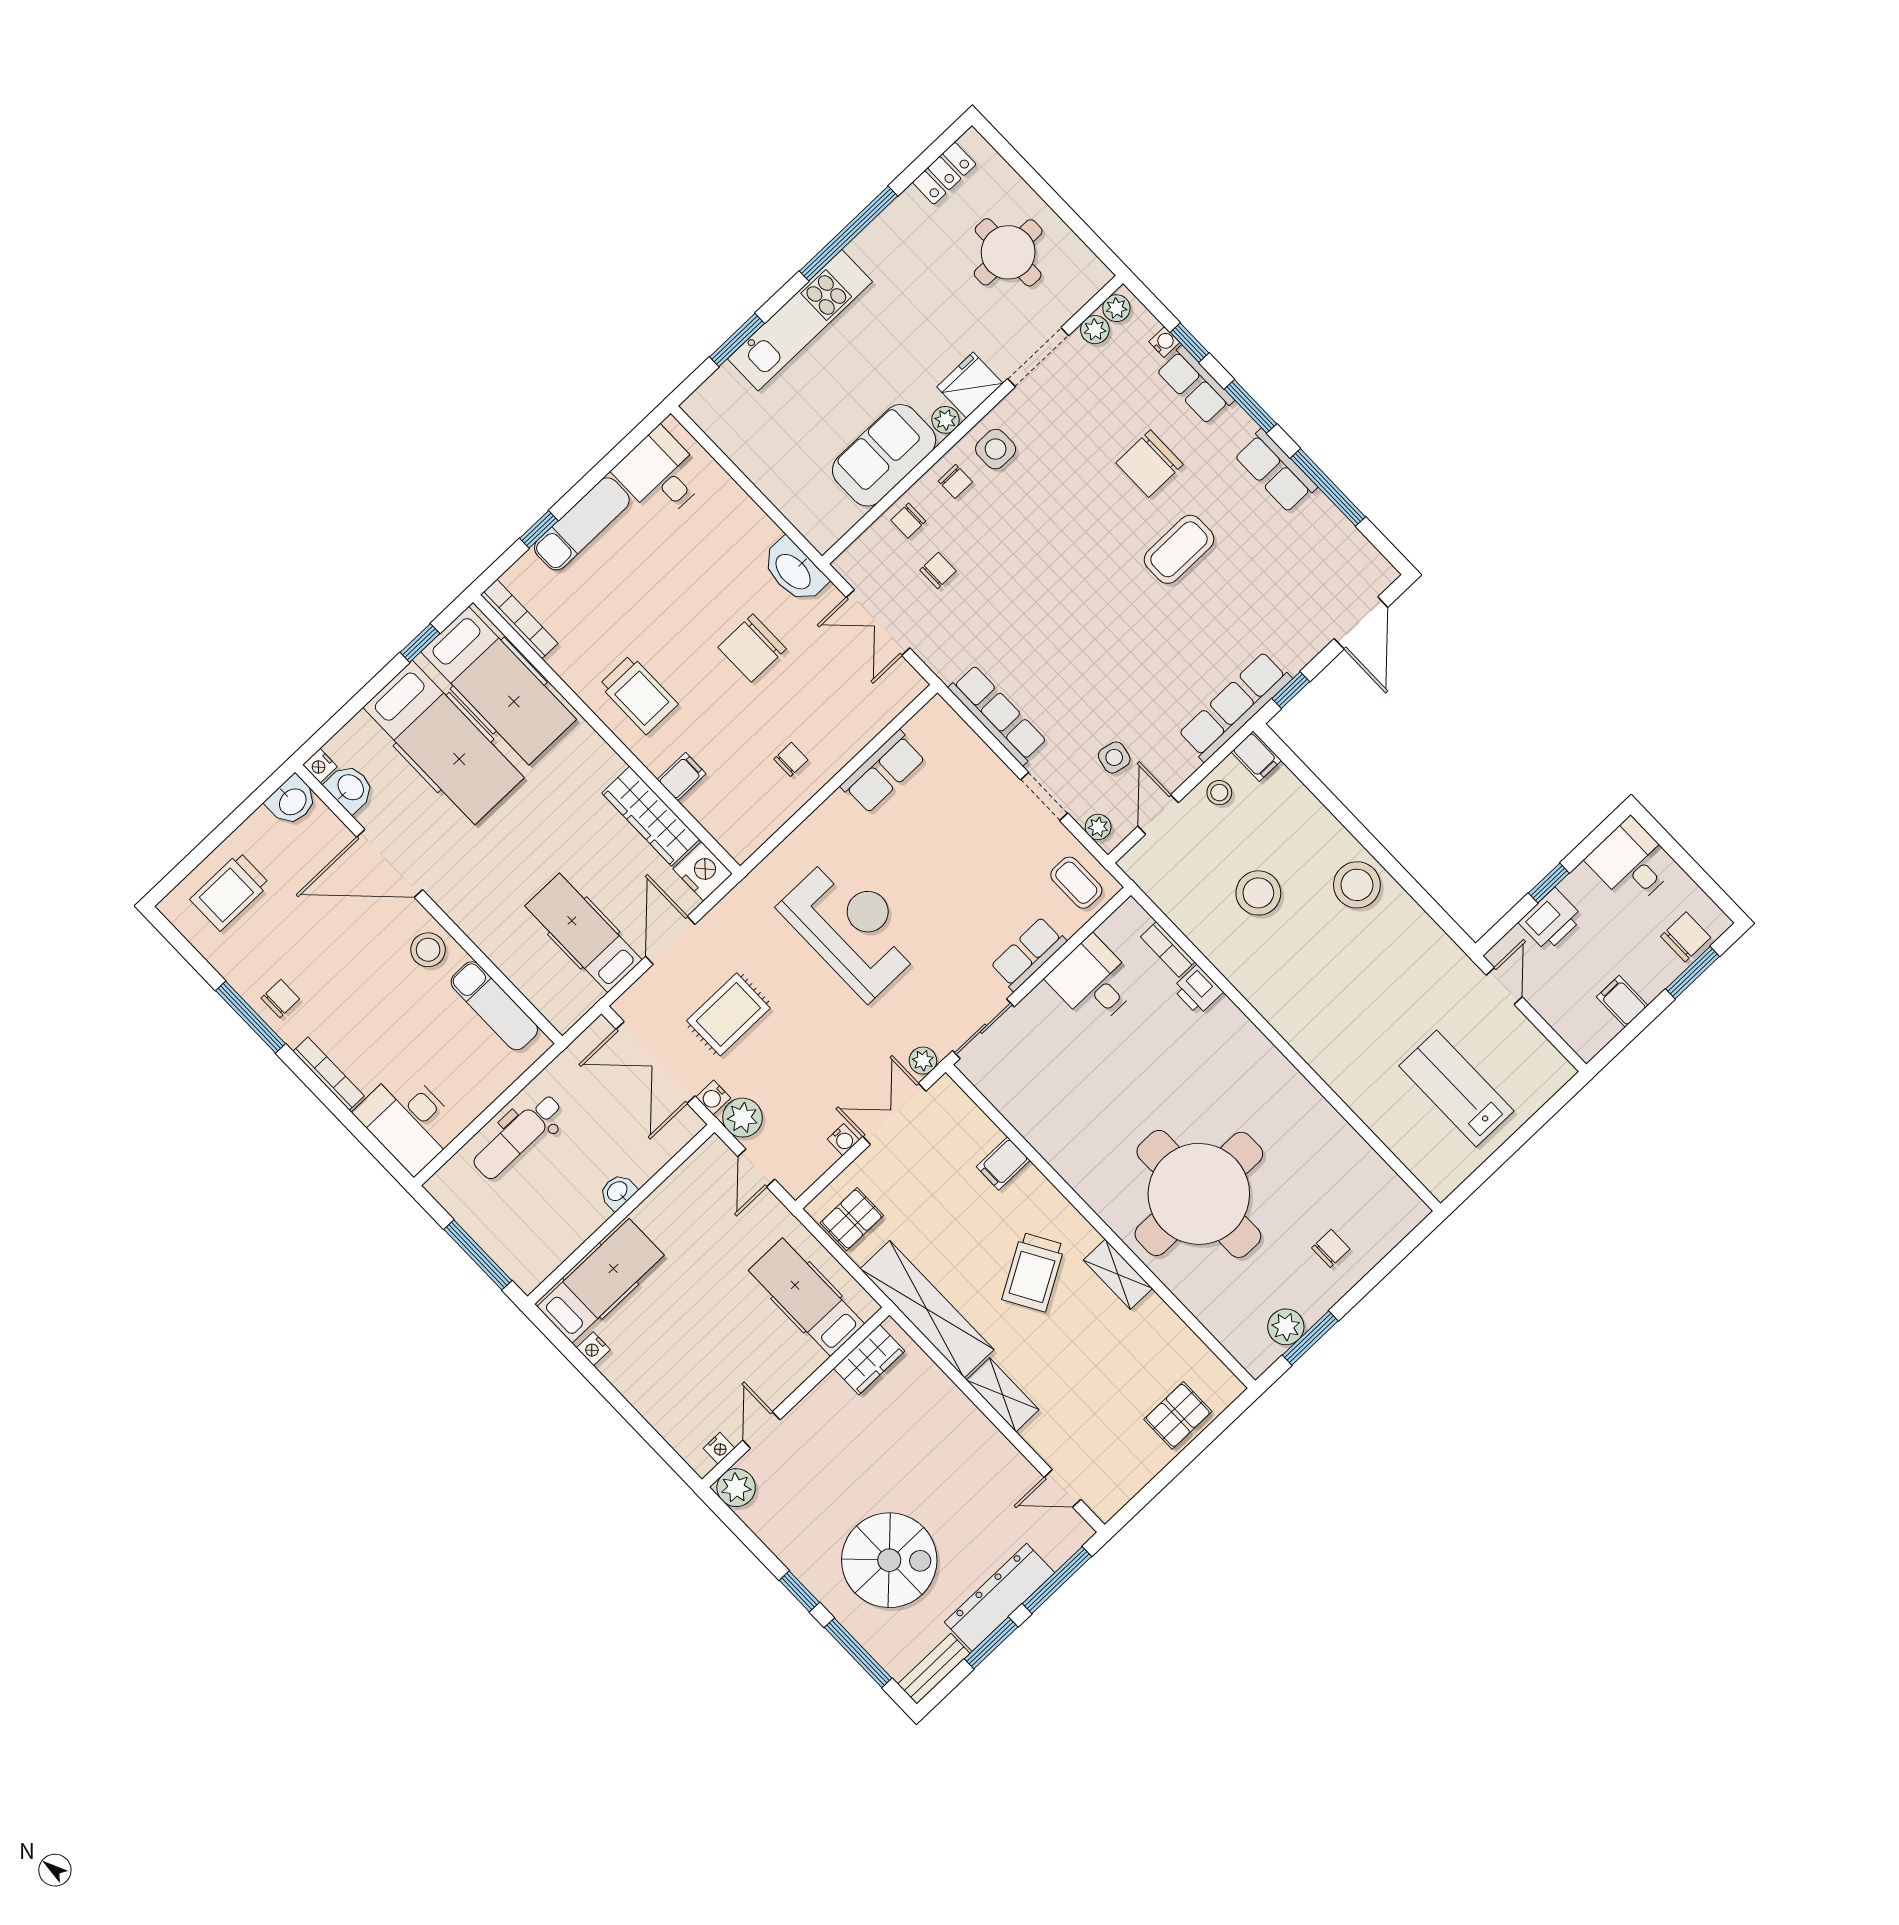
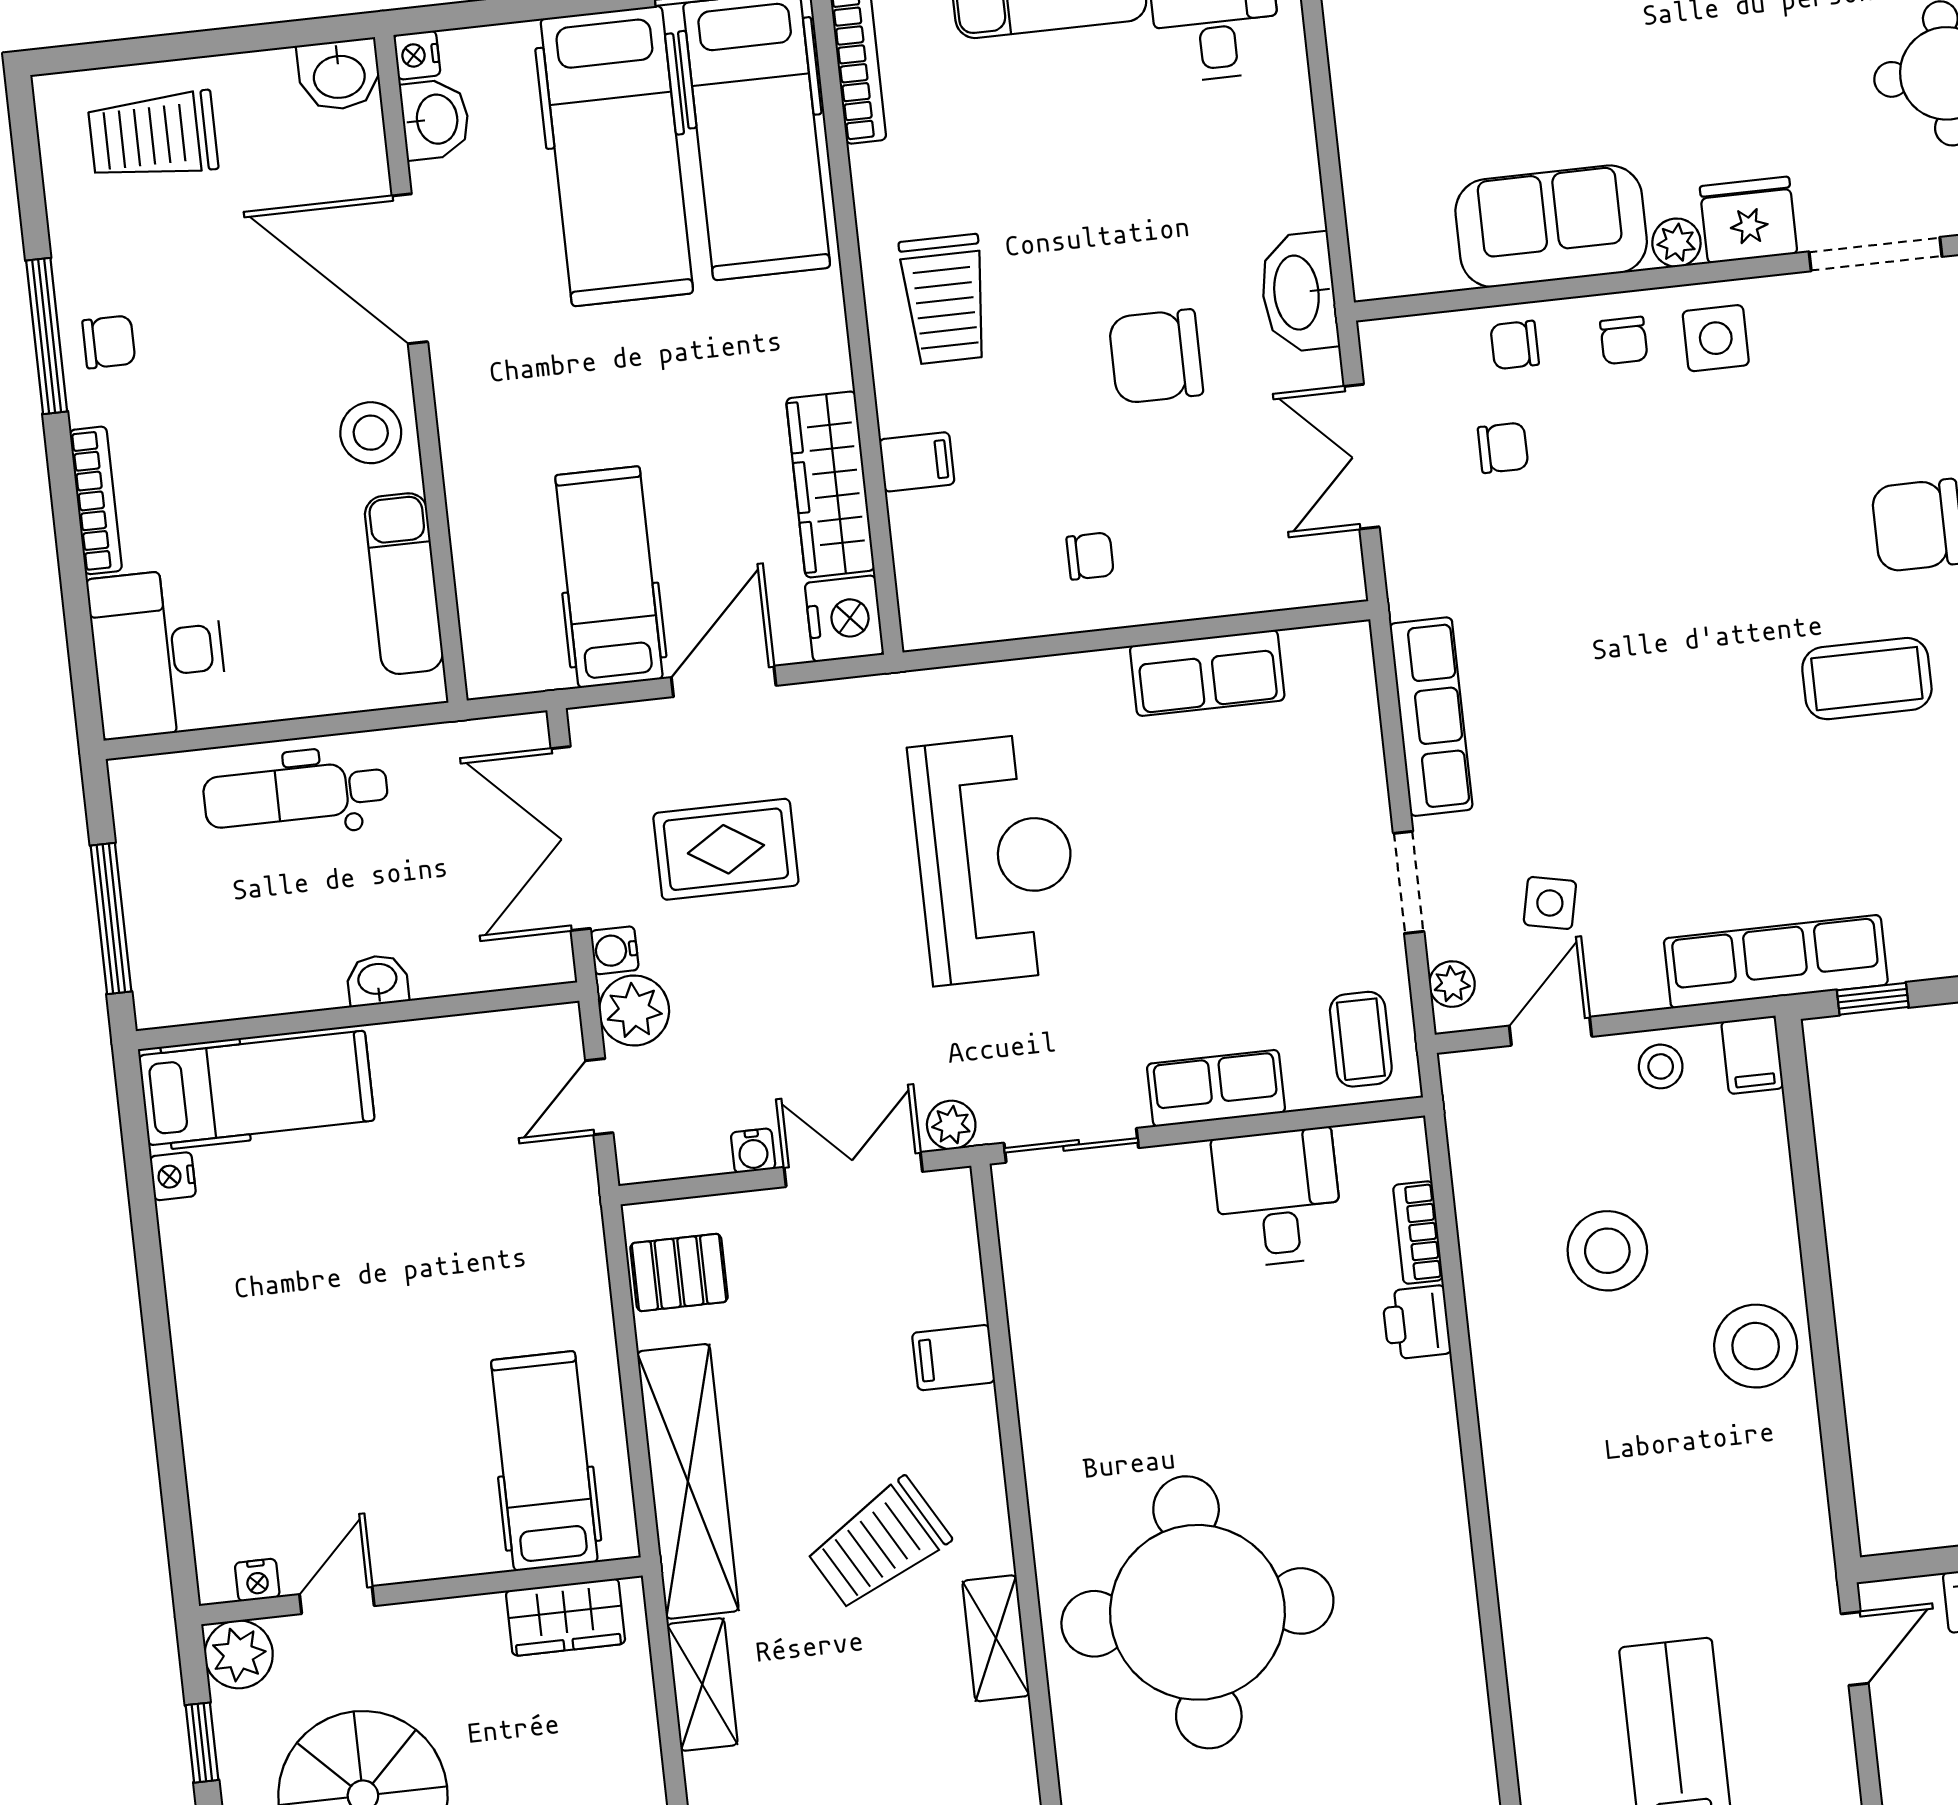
hospital bed: (807, 1297) -> (544, 1461), moved
wardrobe: (869, 1360) -> (566, 1617), moved
wall: (796, 1397) -> (421, 1591), moved
door: (761, 1430) -> (337, 1600), moved
nightstand: (719, 1448) -> (257, 1580), moved
plant: (736, 1488) -> (239, 1654), moved

